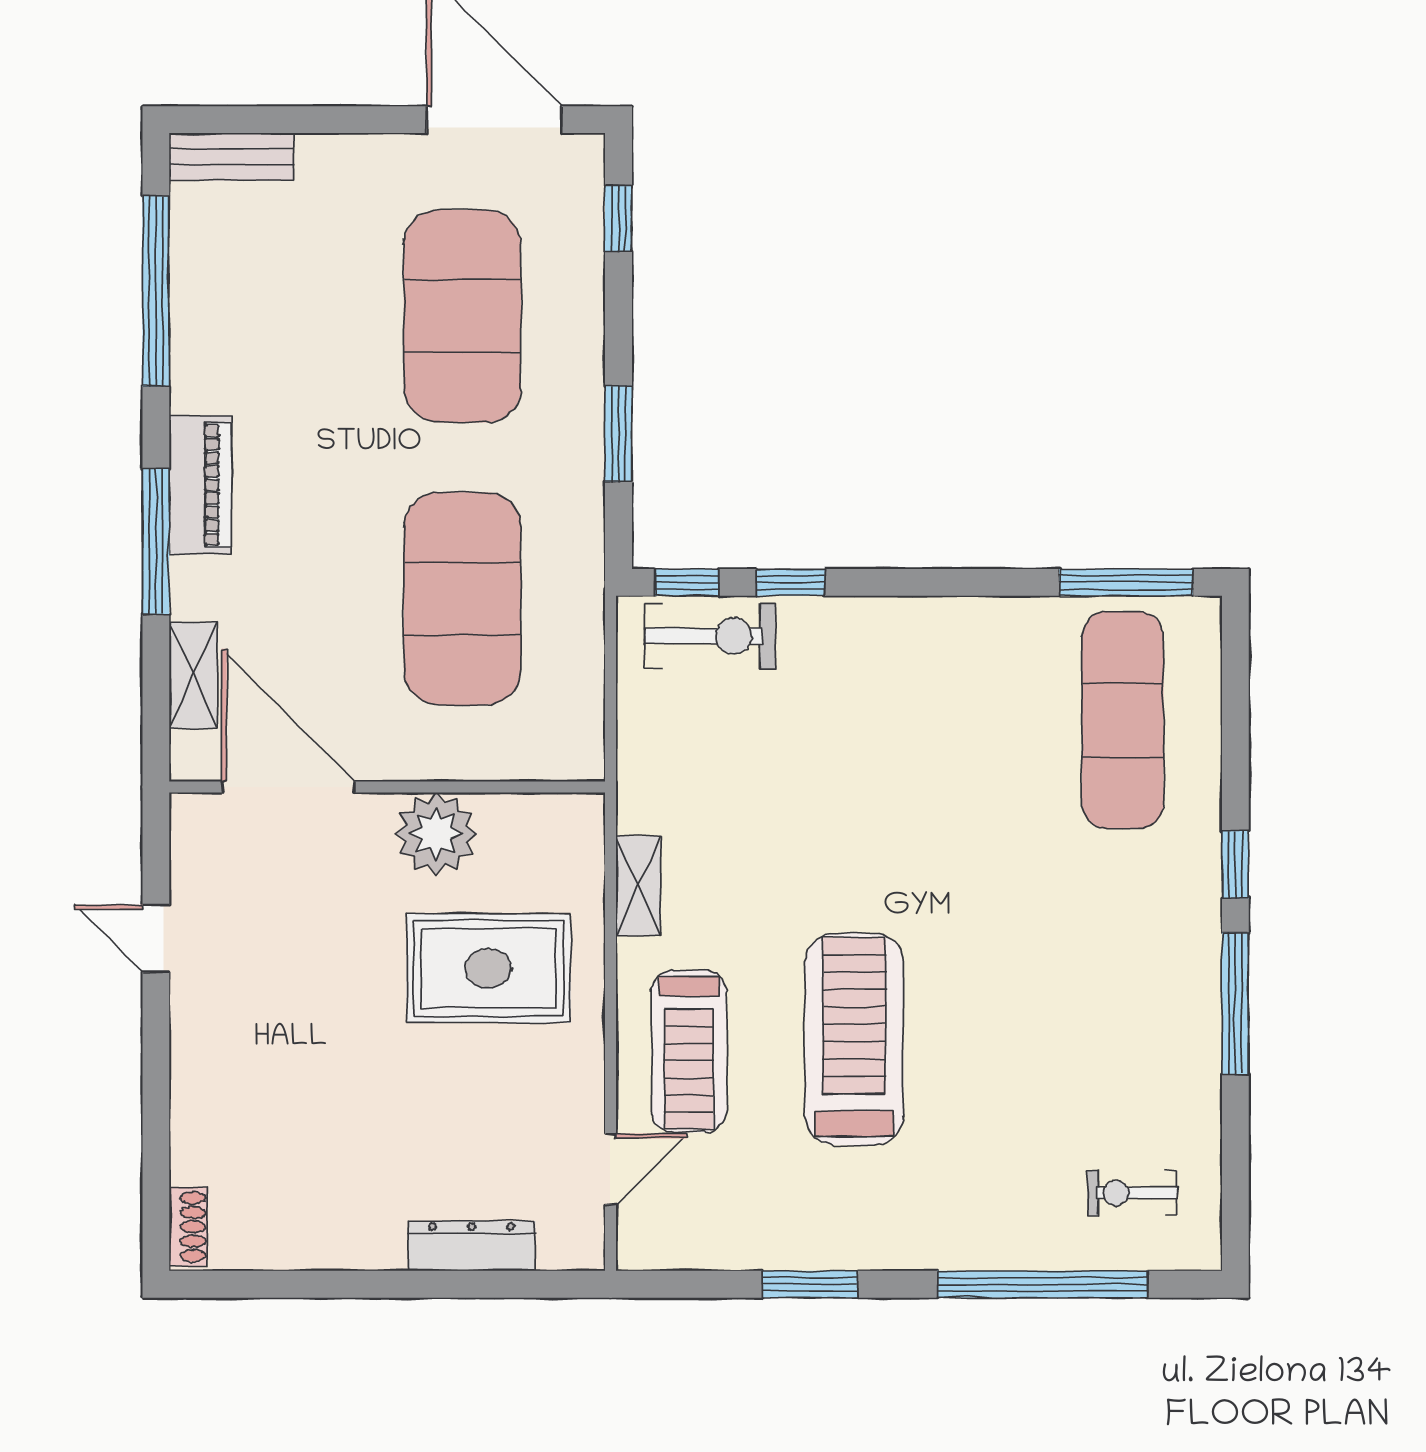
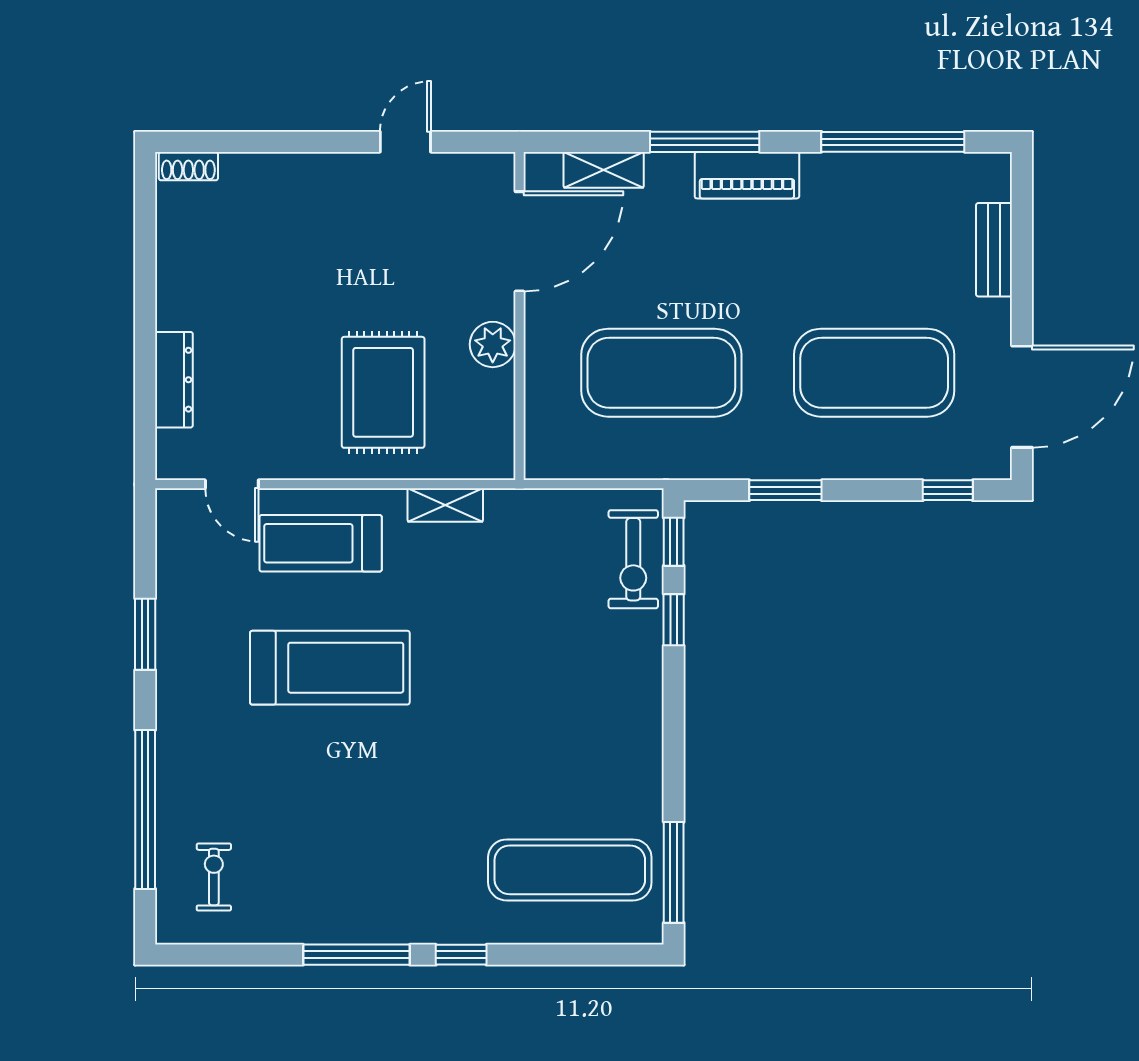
bench: (231, 157) -> (994, 250), moved
plant: (436, 834) -> (493, 344), width x0.73, depth x0.73

